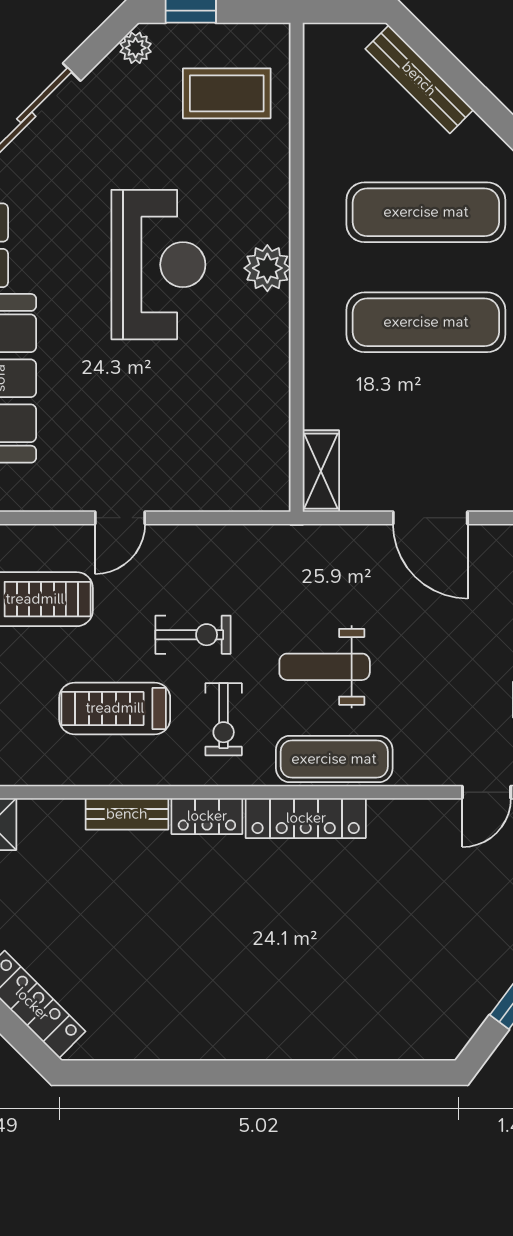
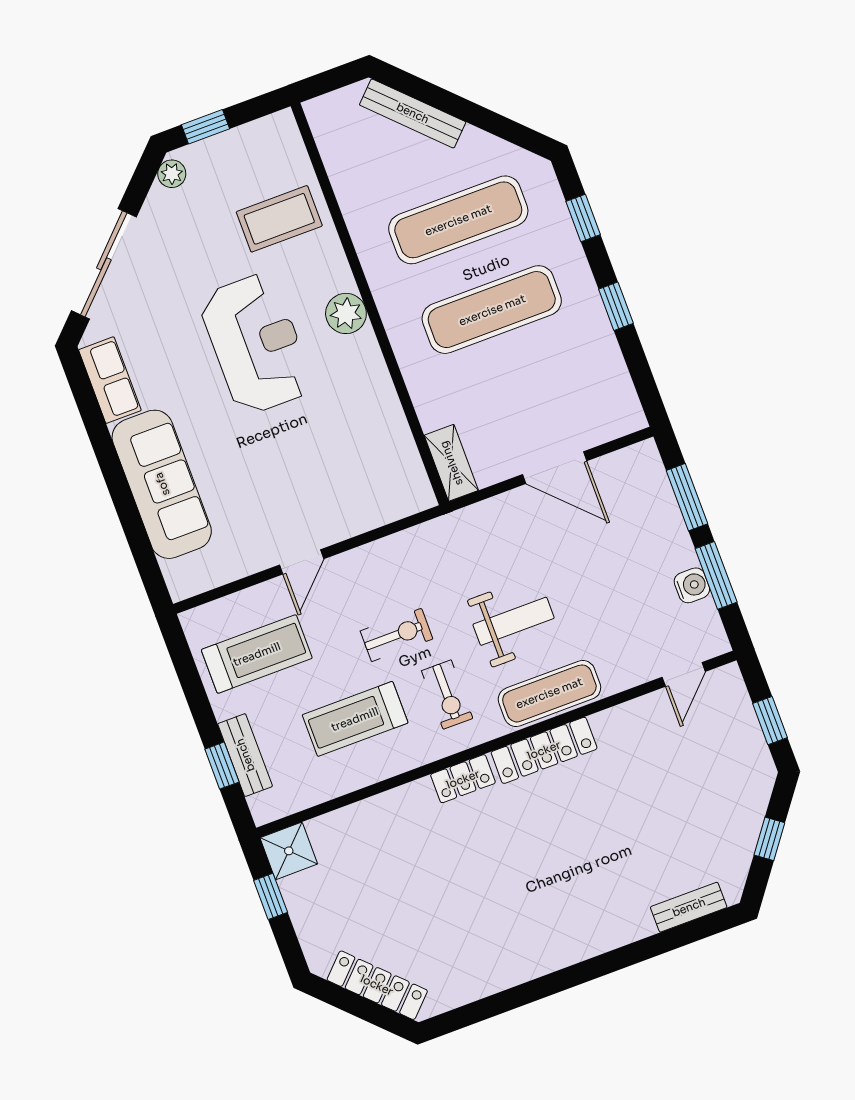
coffee table: (227, 93) -> (279, 219), moved
weight bench: (325, 667) -> (514, 621), turned 180
bench: (127, 814) -> (689, 907), moved

